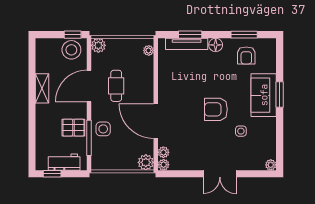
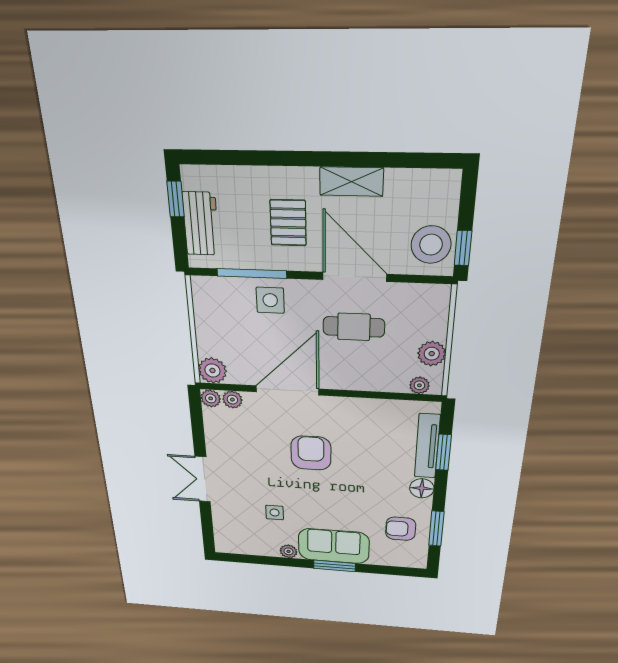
plant: (98, 45) -> (432, 354), moved
armchair: (216, 109) -> (311, 453), moved
pallet: (73, 128) -> (288, 223), moved
plant: (271, 165) -> (289, 551), moved

